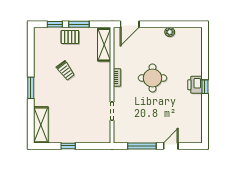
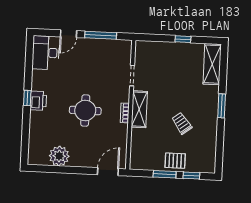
plant: (170, 32) -> (59, 156), width x1.88, depth x1.88
shelving: (104, 45) -> (139, 109), moved
desk: (190, 128) -> (46, 53), added

